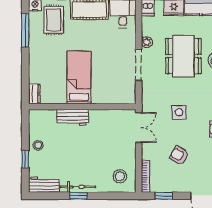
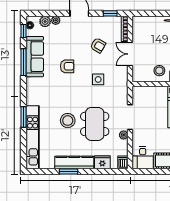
double door: (139, 128) -> (130, 54), moved
stool: (120, 176) -> (159, 71), moved

